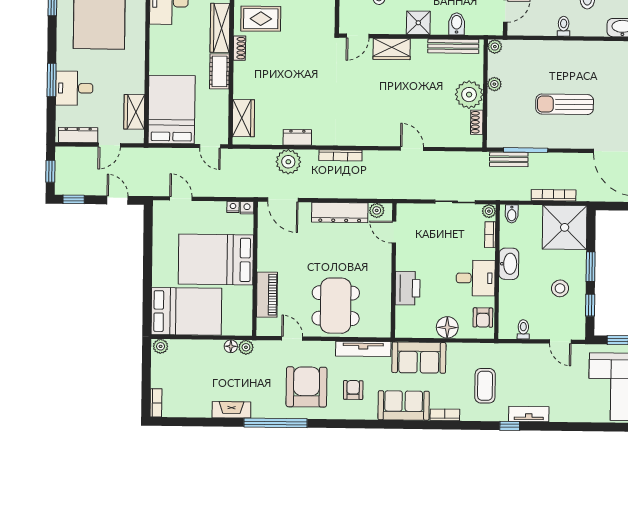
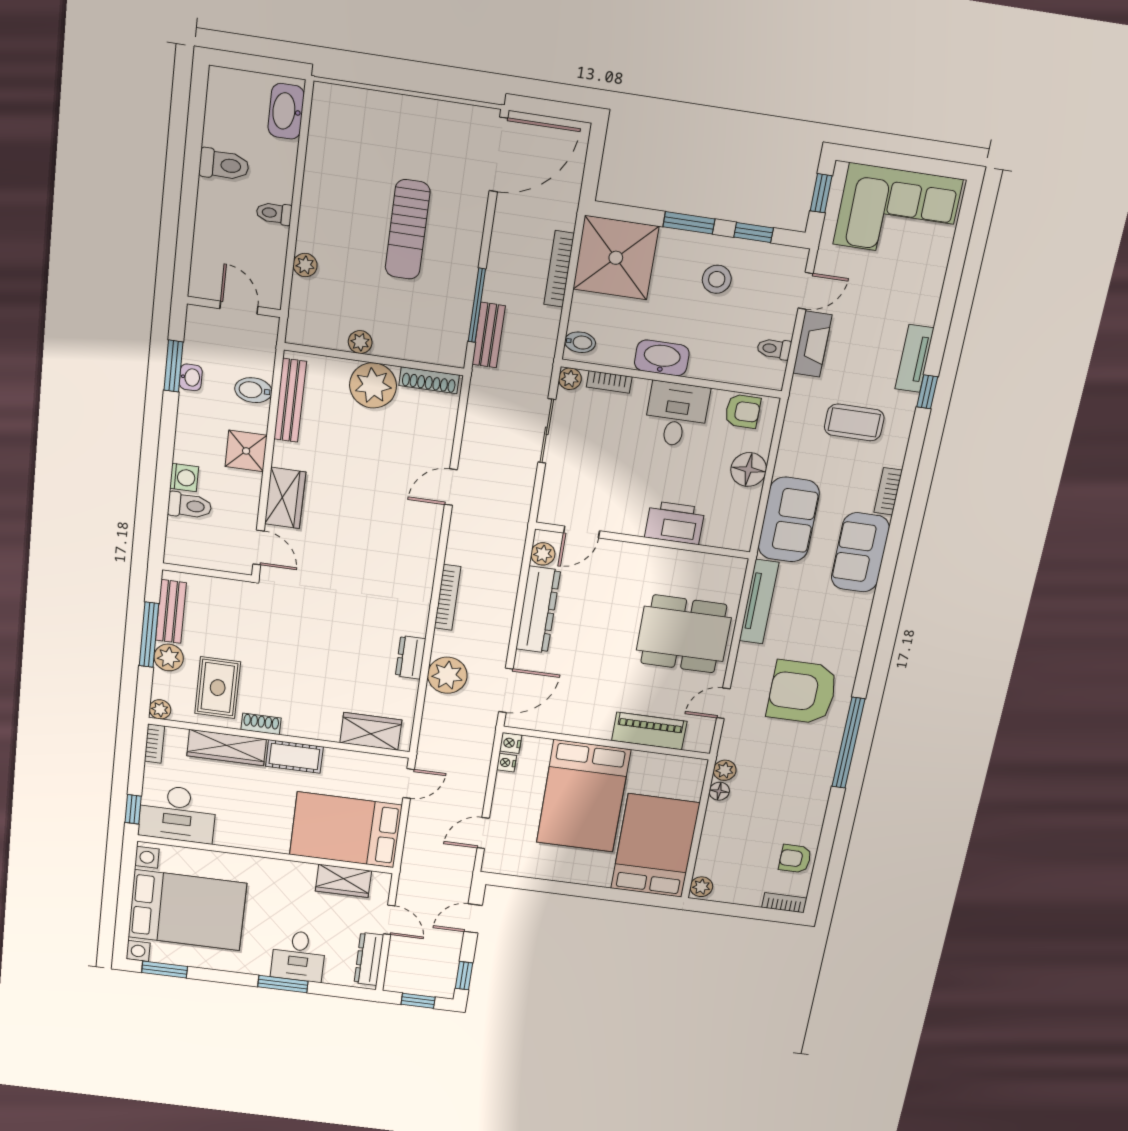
plant: (495, 47) -> (305, 265), moved
shoe rack: (477, 122) -> (429, 380), width x1.43
armchair: (353, 390) -> (795, 859), moved
fireplace: (231, 410) -> (812, 344), moved, turned 180

